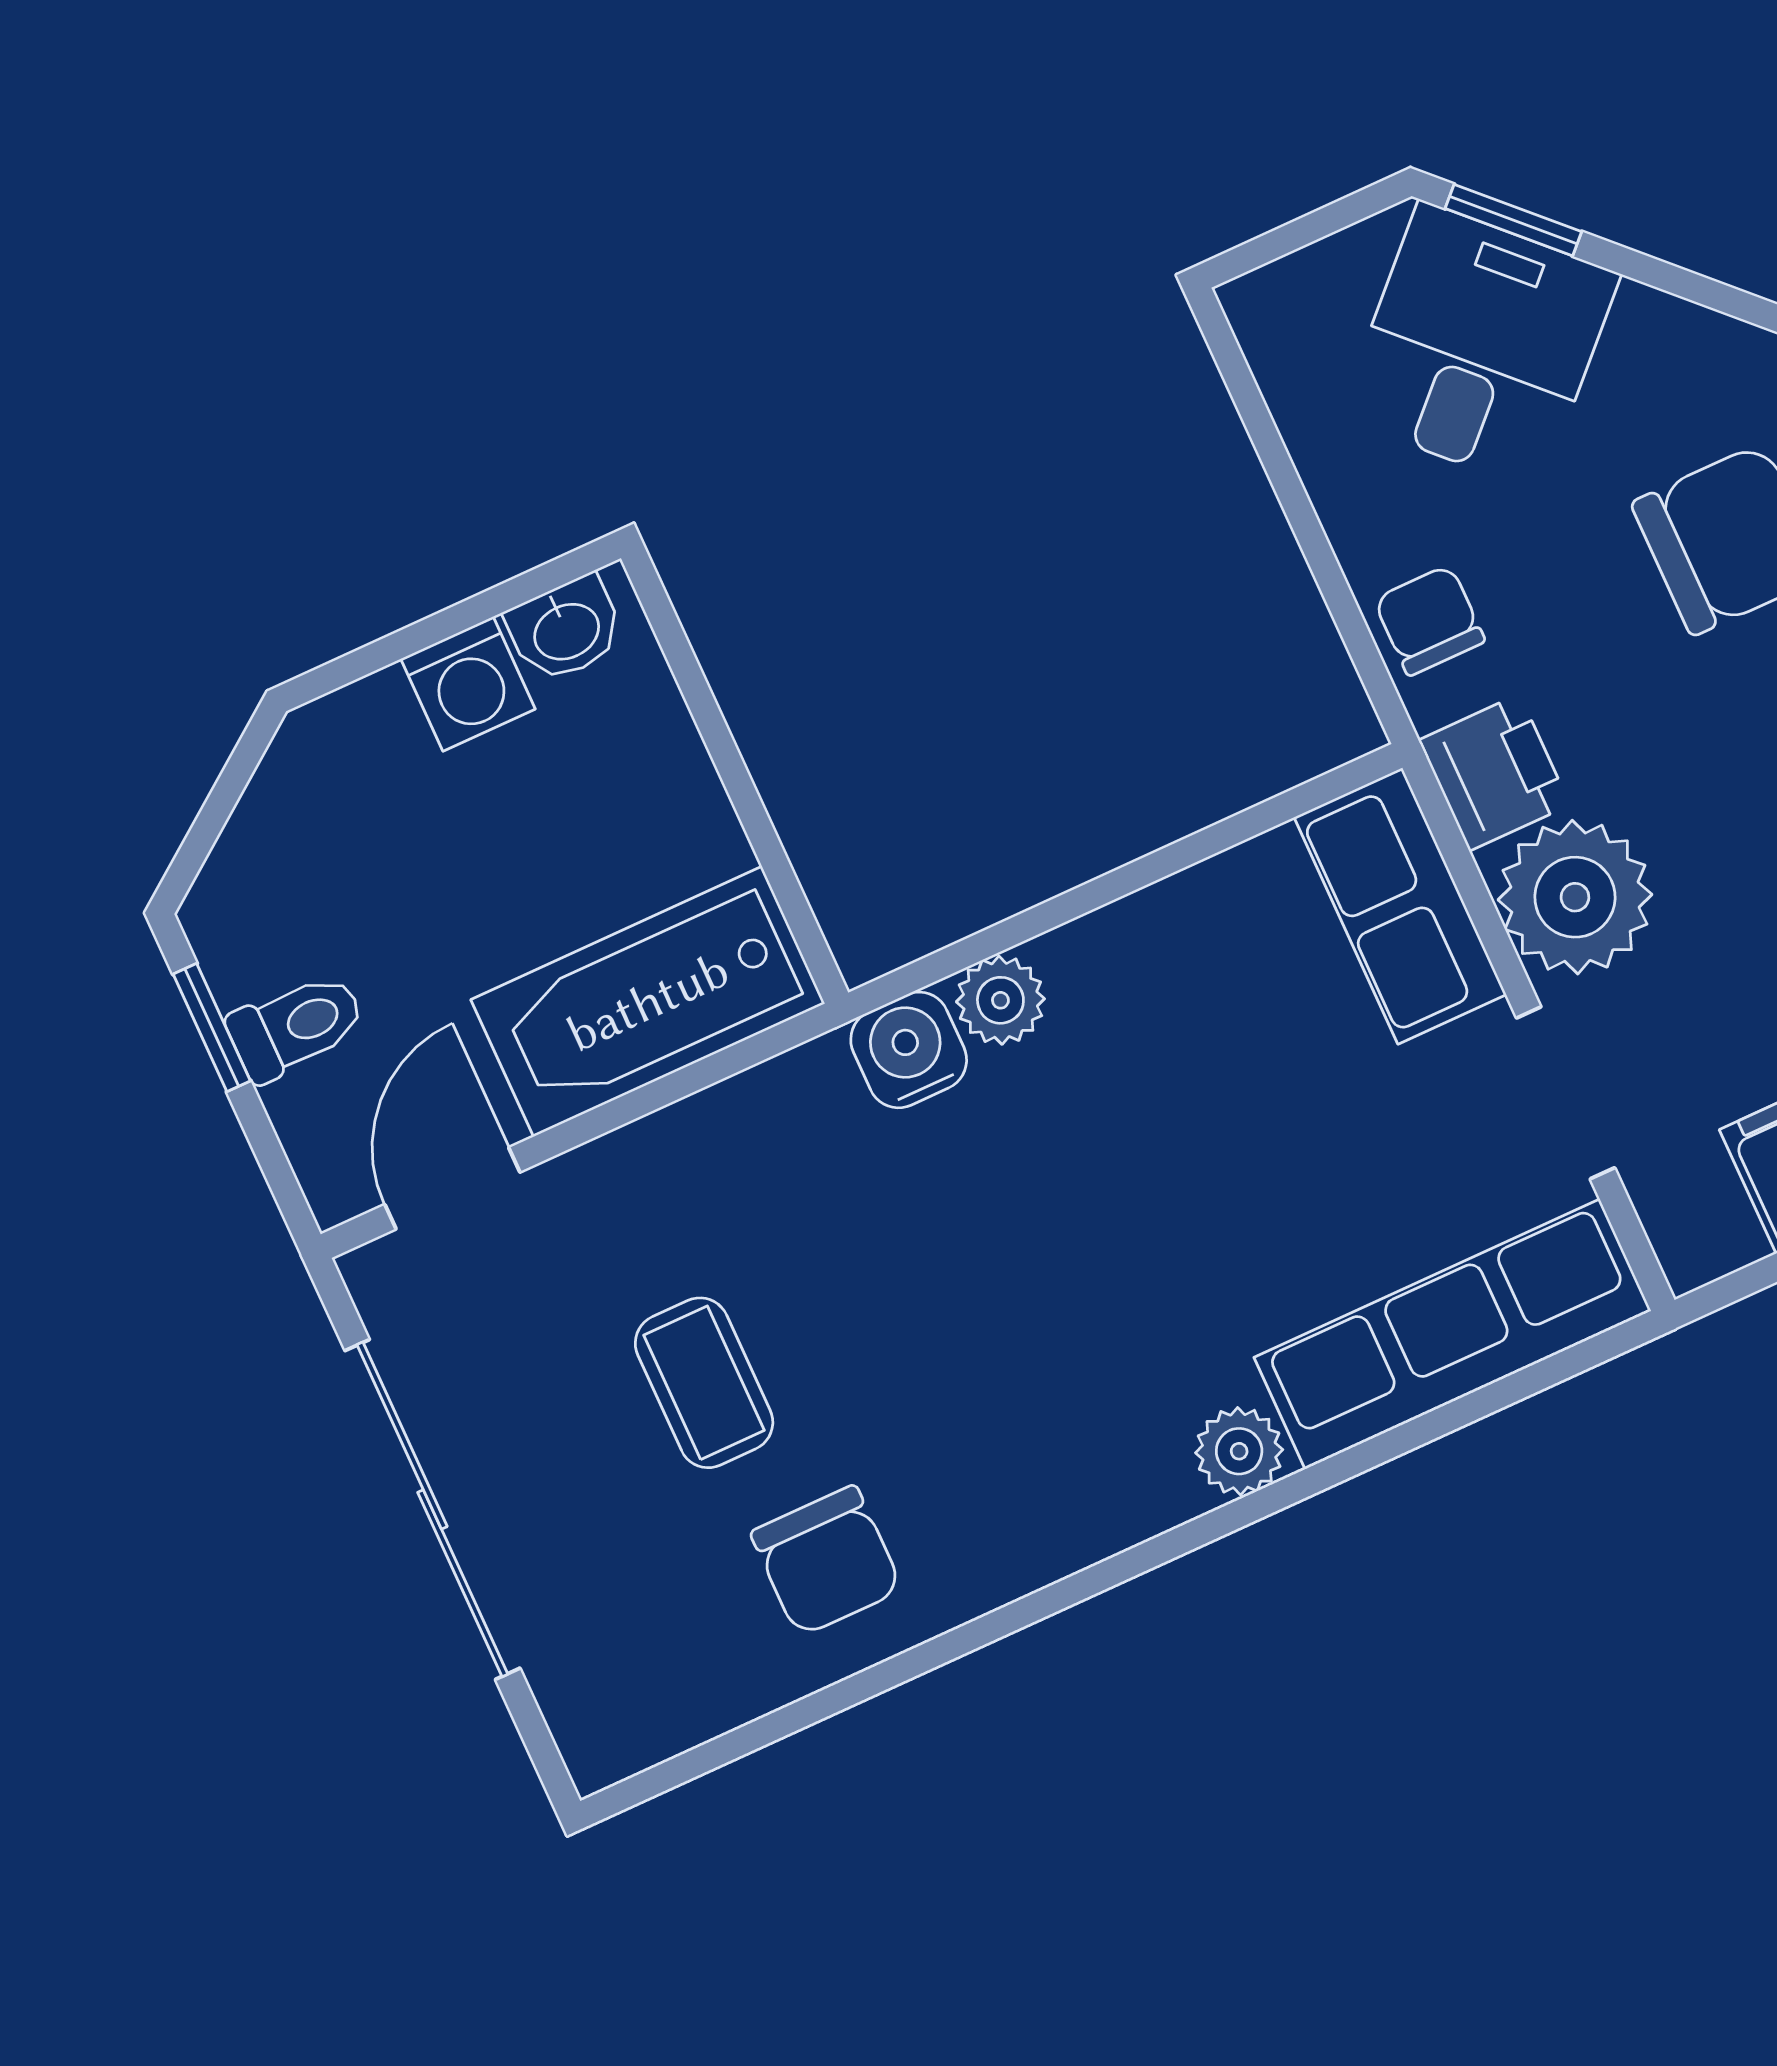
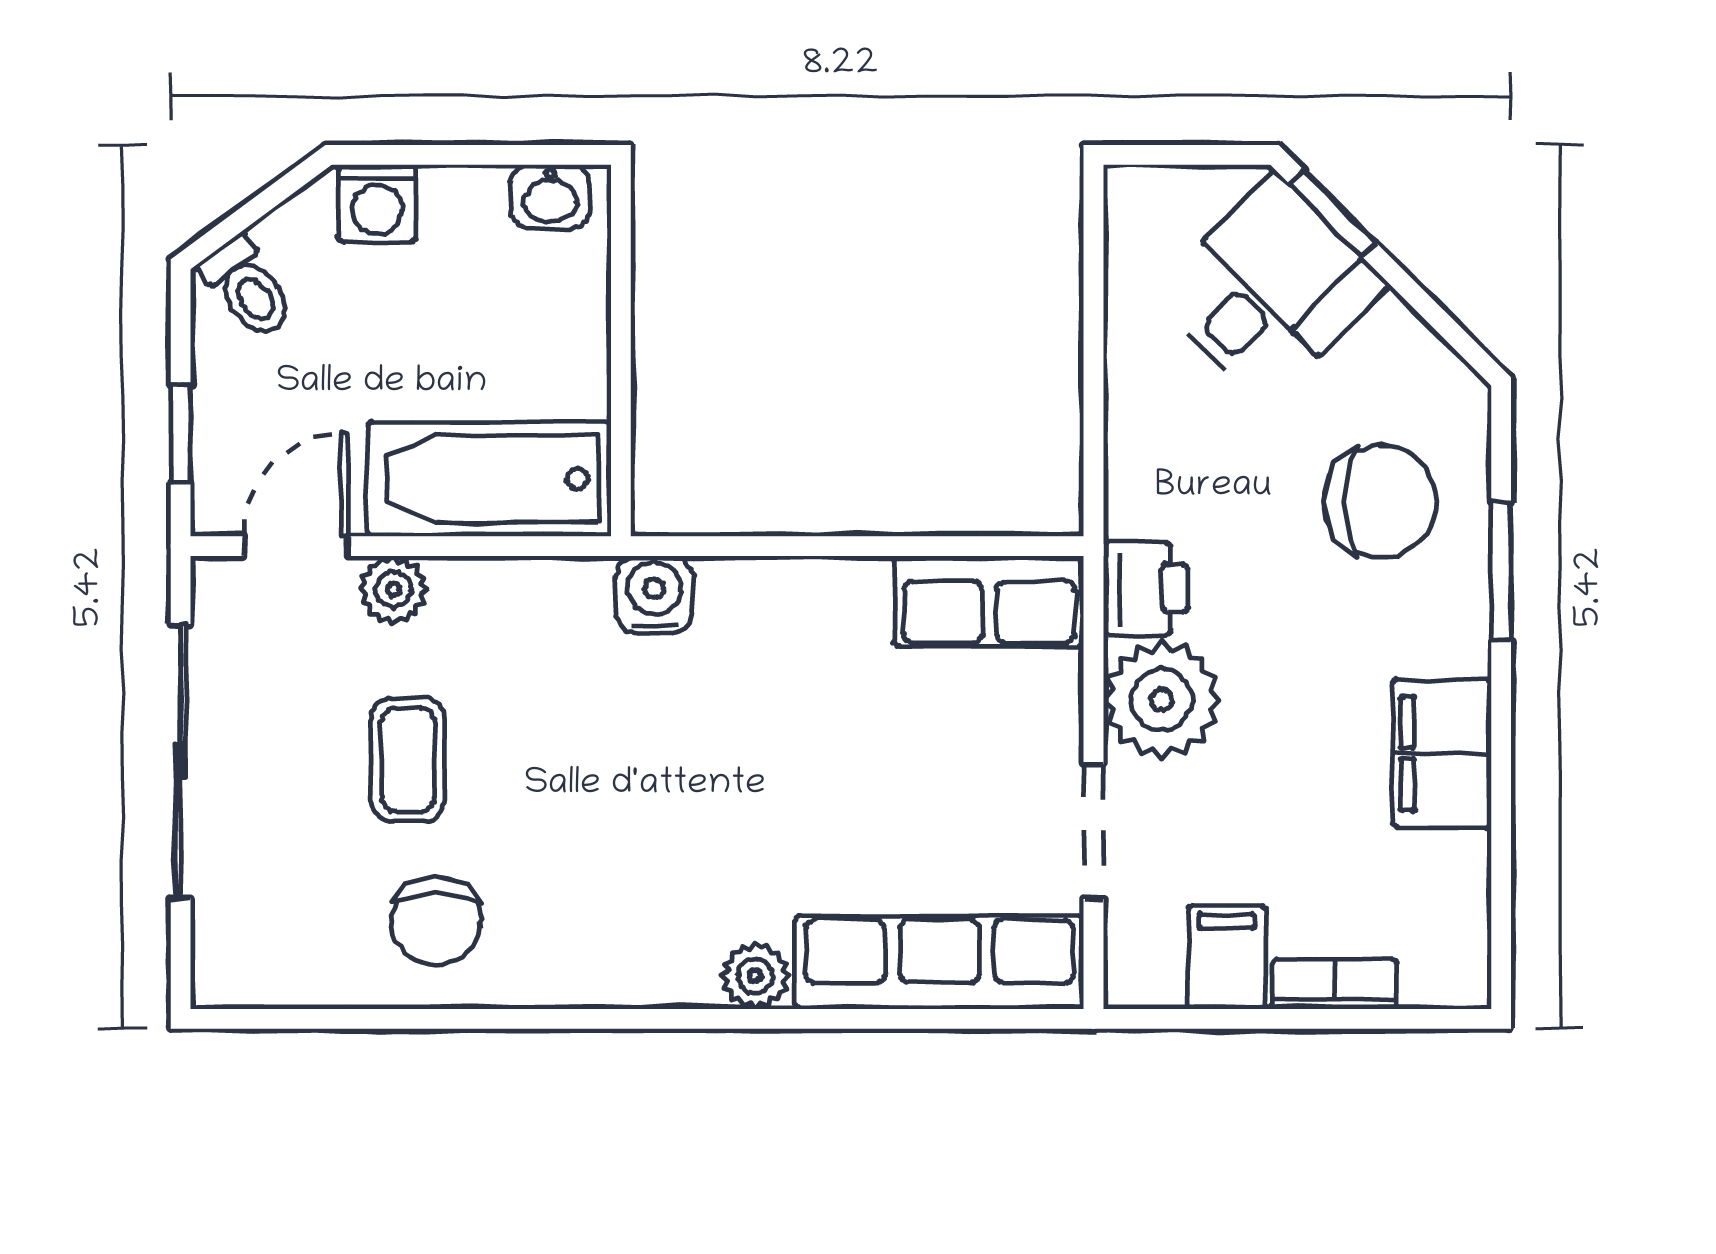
chair: (1429, 620) -> (1149, 463), removed
washing machine: (468, 684) -> (377, 203), moved
row of seats: (1400, 906) -> (989, 601), moved, turned -90
plant: (1000, 1000) -> (393, 589), moved
toilet: (296, 1026) -> (248, 288), moved, turned 54
window: (212, 1028) -> (181, 434), moved

